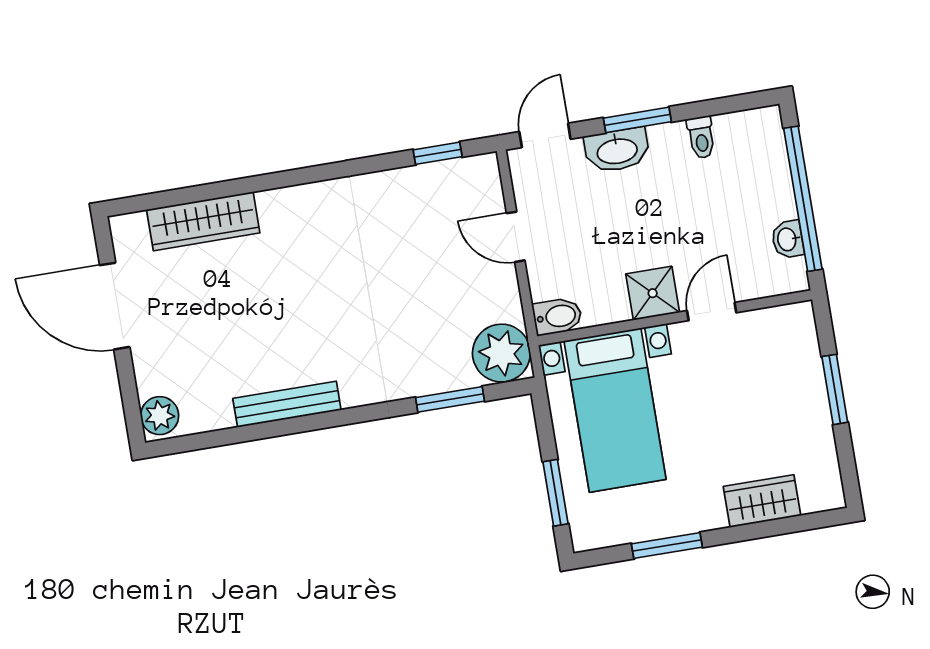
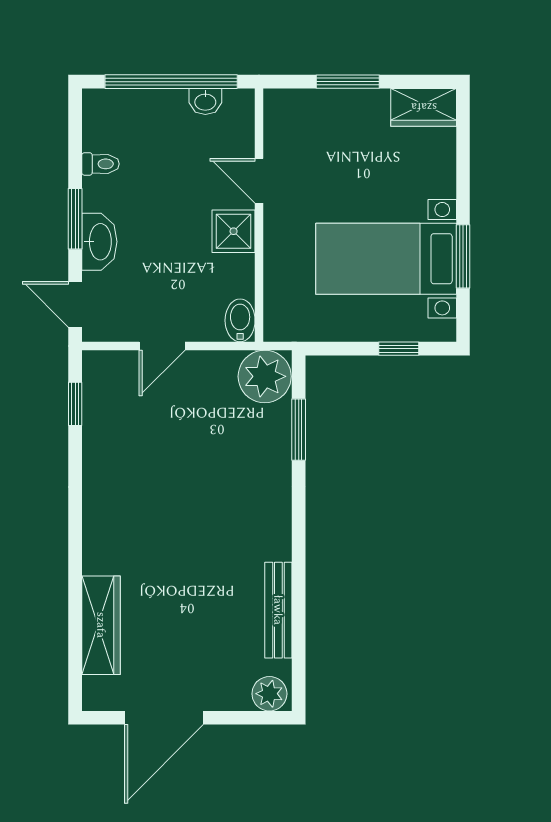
bench: (287, 404) -> (278, 610), moved
bed with nightstands: (615, 410) -> (386, 259), moved, turned 180
window: (556, 493) -> (399, 349), width x0.67
wardrobe: (762, 501) -> (424, 107), moved, turned -90

